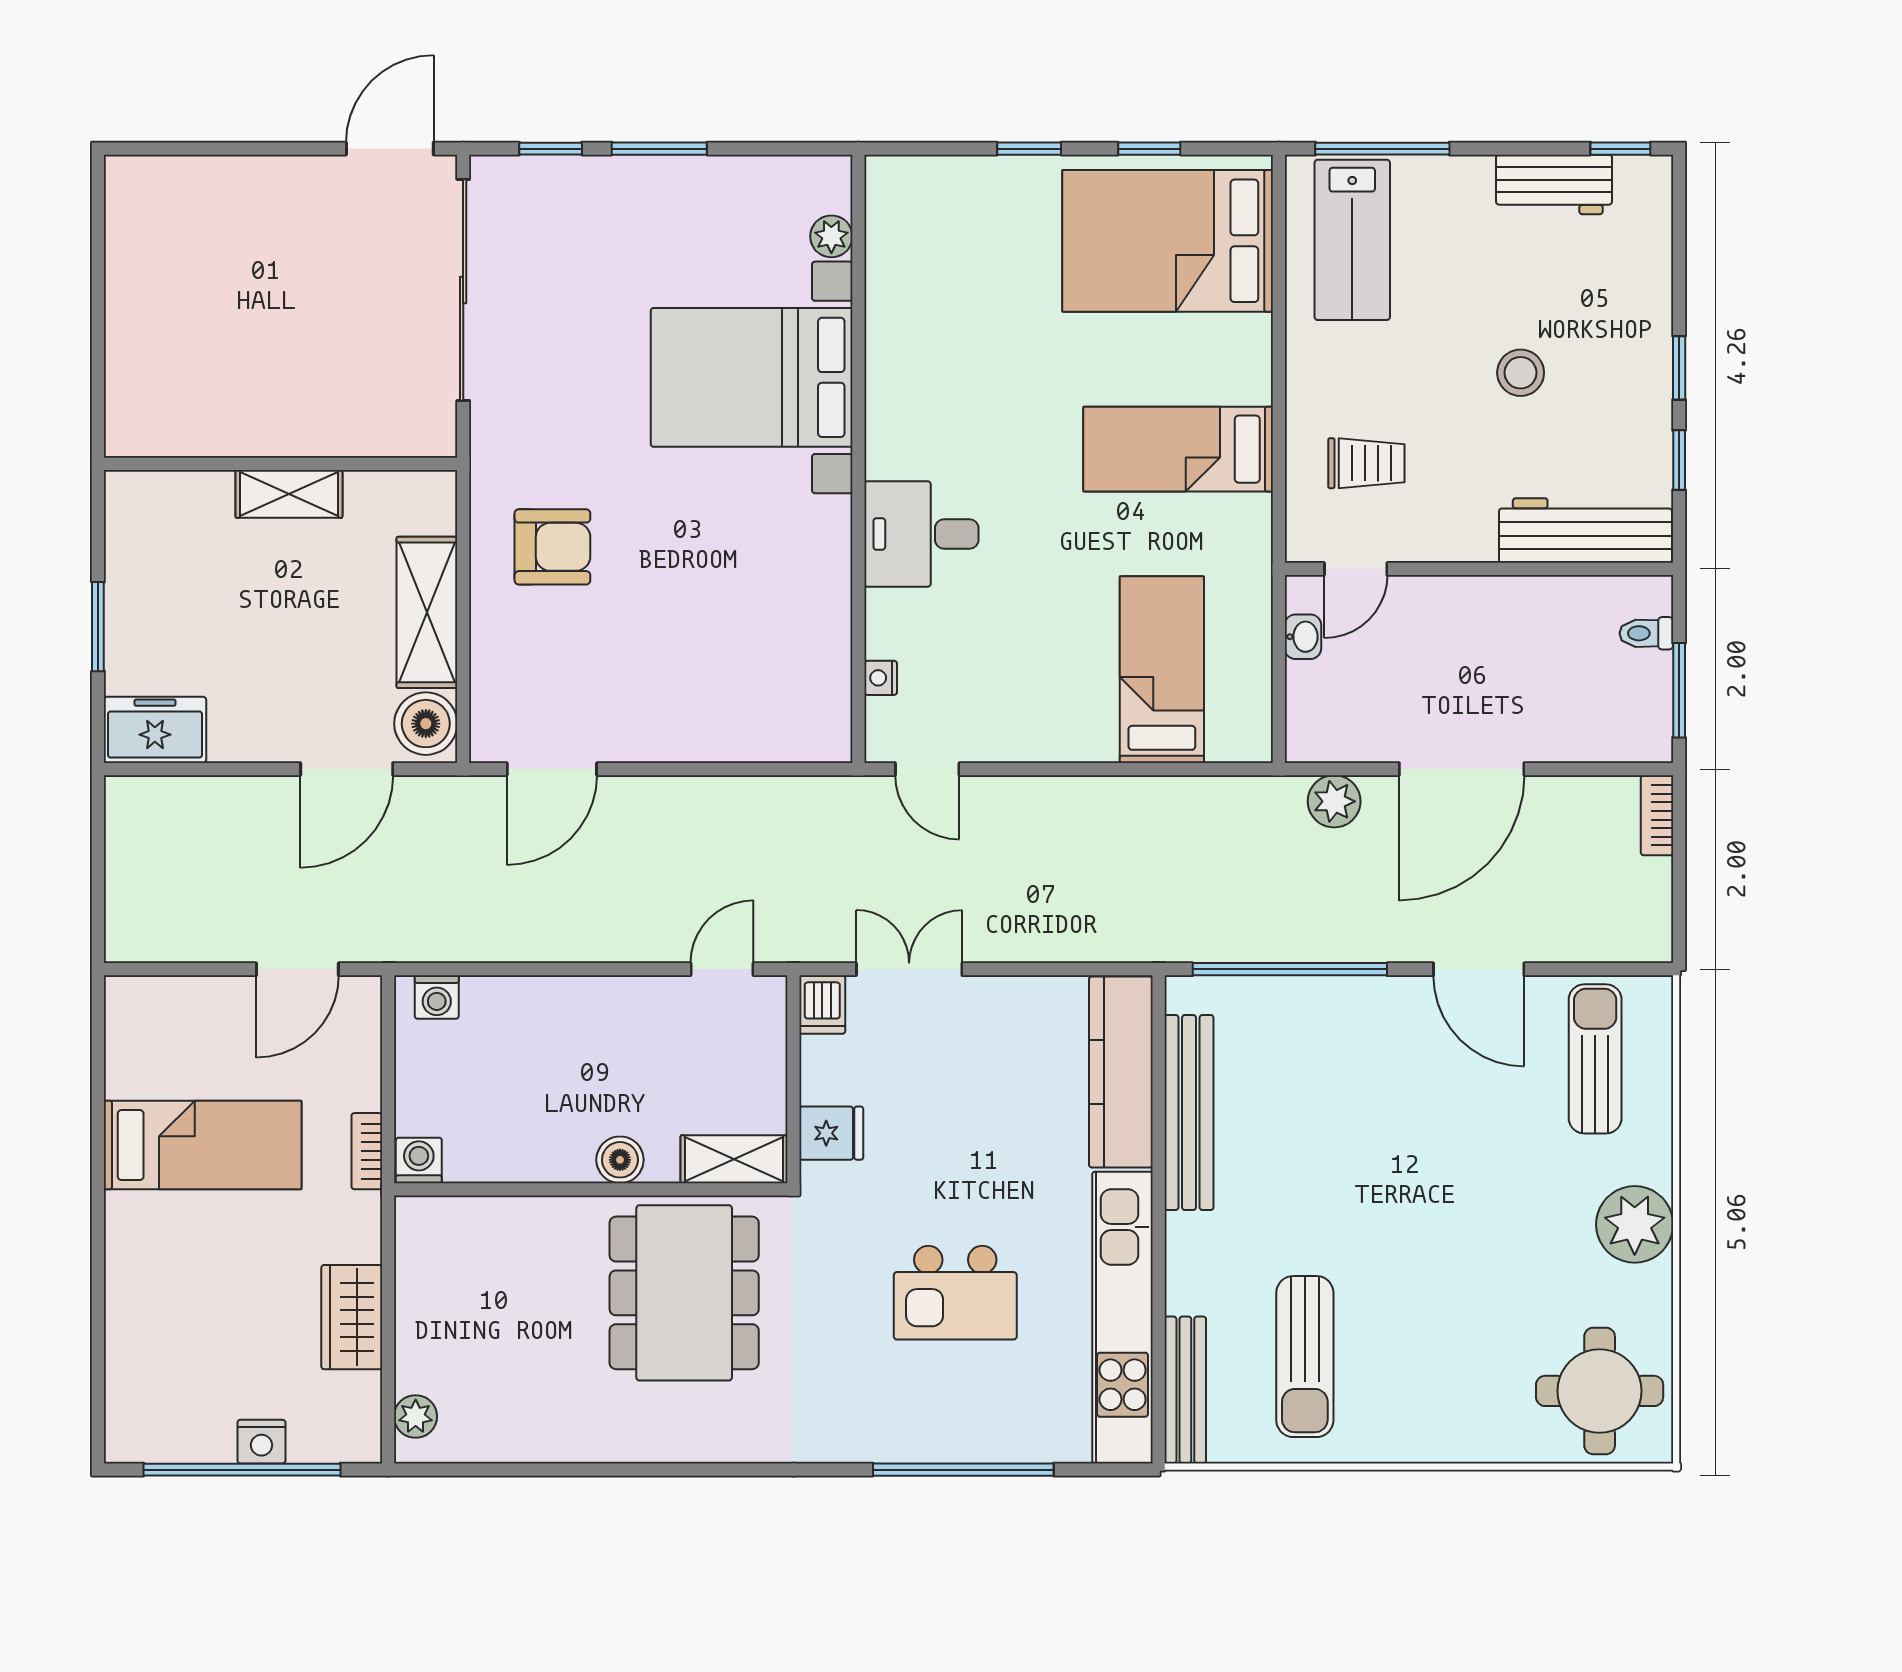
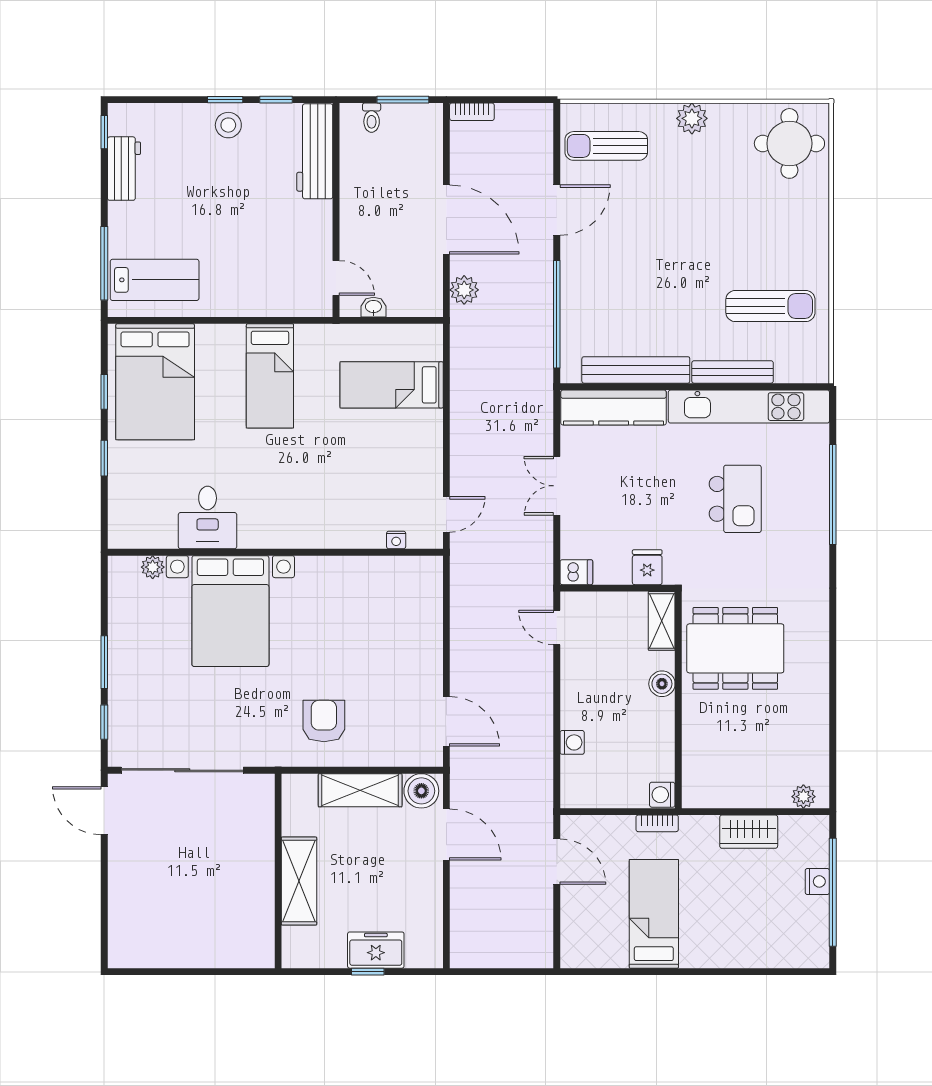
stool: (1521, 373) -> (228, 125), moved
trolley: (1366, 463) -> (278, 272), removed
shelving: (289, 494) -> (299, 881), width x1.50, depth x1.33
desk: (921, 534) -> (208, 517), moved
window: (98, 627) -> (368, 972), width x0.67
freezer: (155, 730) -> (376, 950), moved, turned 90
double door: (909, 969) -> (557, 486), moved
washing machine: (437, 997) -> (572, 742), moved
plant: (1635, 1224) -> (692, 118), width x0.73, depth x0.73
bench: (1185, 1390) -> (733, 372), moved

